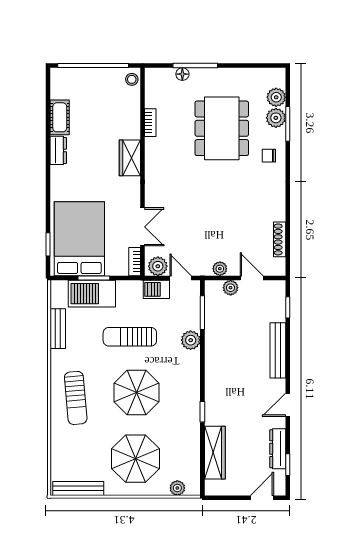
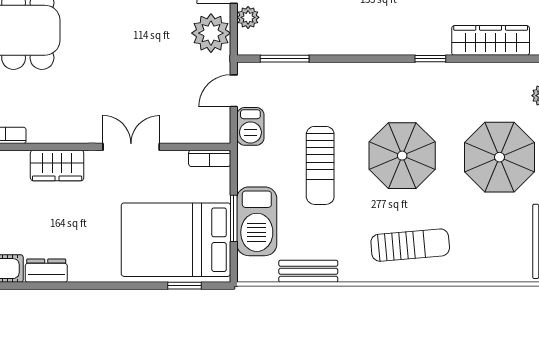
double door: (142, 227) -> (131, 147), moved
plant: (158, 266) -> (216, 124), removed
plant: (220, 269) -> (211, 33), width x1.88, depth x1.88
plant: (191, 340) -> (325, 76), removed

